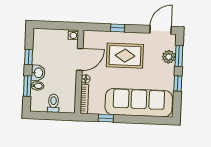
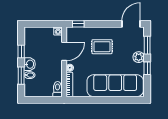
window: (118, 28) -> (78, 24), moved
rug: (125, 56) -> (102, 47), width x0.73, depth x0.70
plant: (169, 57) -> (139, 57), moved
toilet: (53, 103) -> (58, 89), moved
window: (106, 118) -> (88, 100), removed

